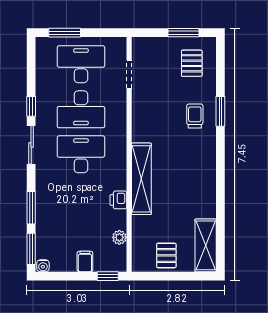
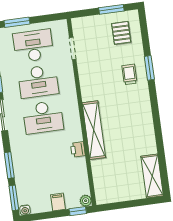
desk: (81, 154) -> (43, 117), turned 180
plant: (119, 237) -> (86, 201), moved
pallet: (166, 255) -> (122, 188), removed

